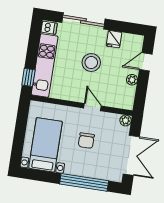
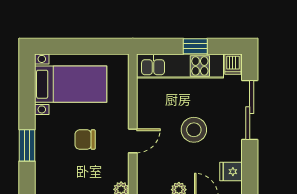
fridge: (114, 39) -> (231, 172), moved
window: (28, 77) -> (195, 46), moved
window: (84, 182) -> (27, 145), width x0.47

